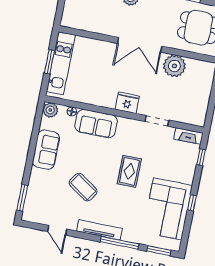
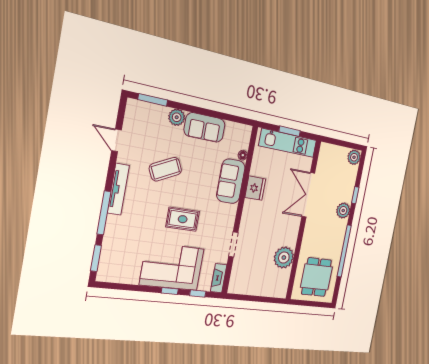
double door: (140, 45) -> (308, 195), moved
fridge: (127, 103) -> (255, 188), moved
plant: (50, 110) -> (177, 117), moved
coffee table: (83, 187) -> (165, 169), turned 30
window: (192, 203) -> (170, 291), moved
corner sofa: (168, 209) -> (172, 267), moved
door: (57, 230) -> (116, 140), hinge flipped

